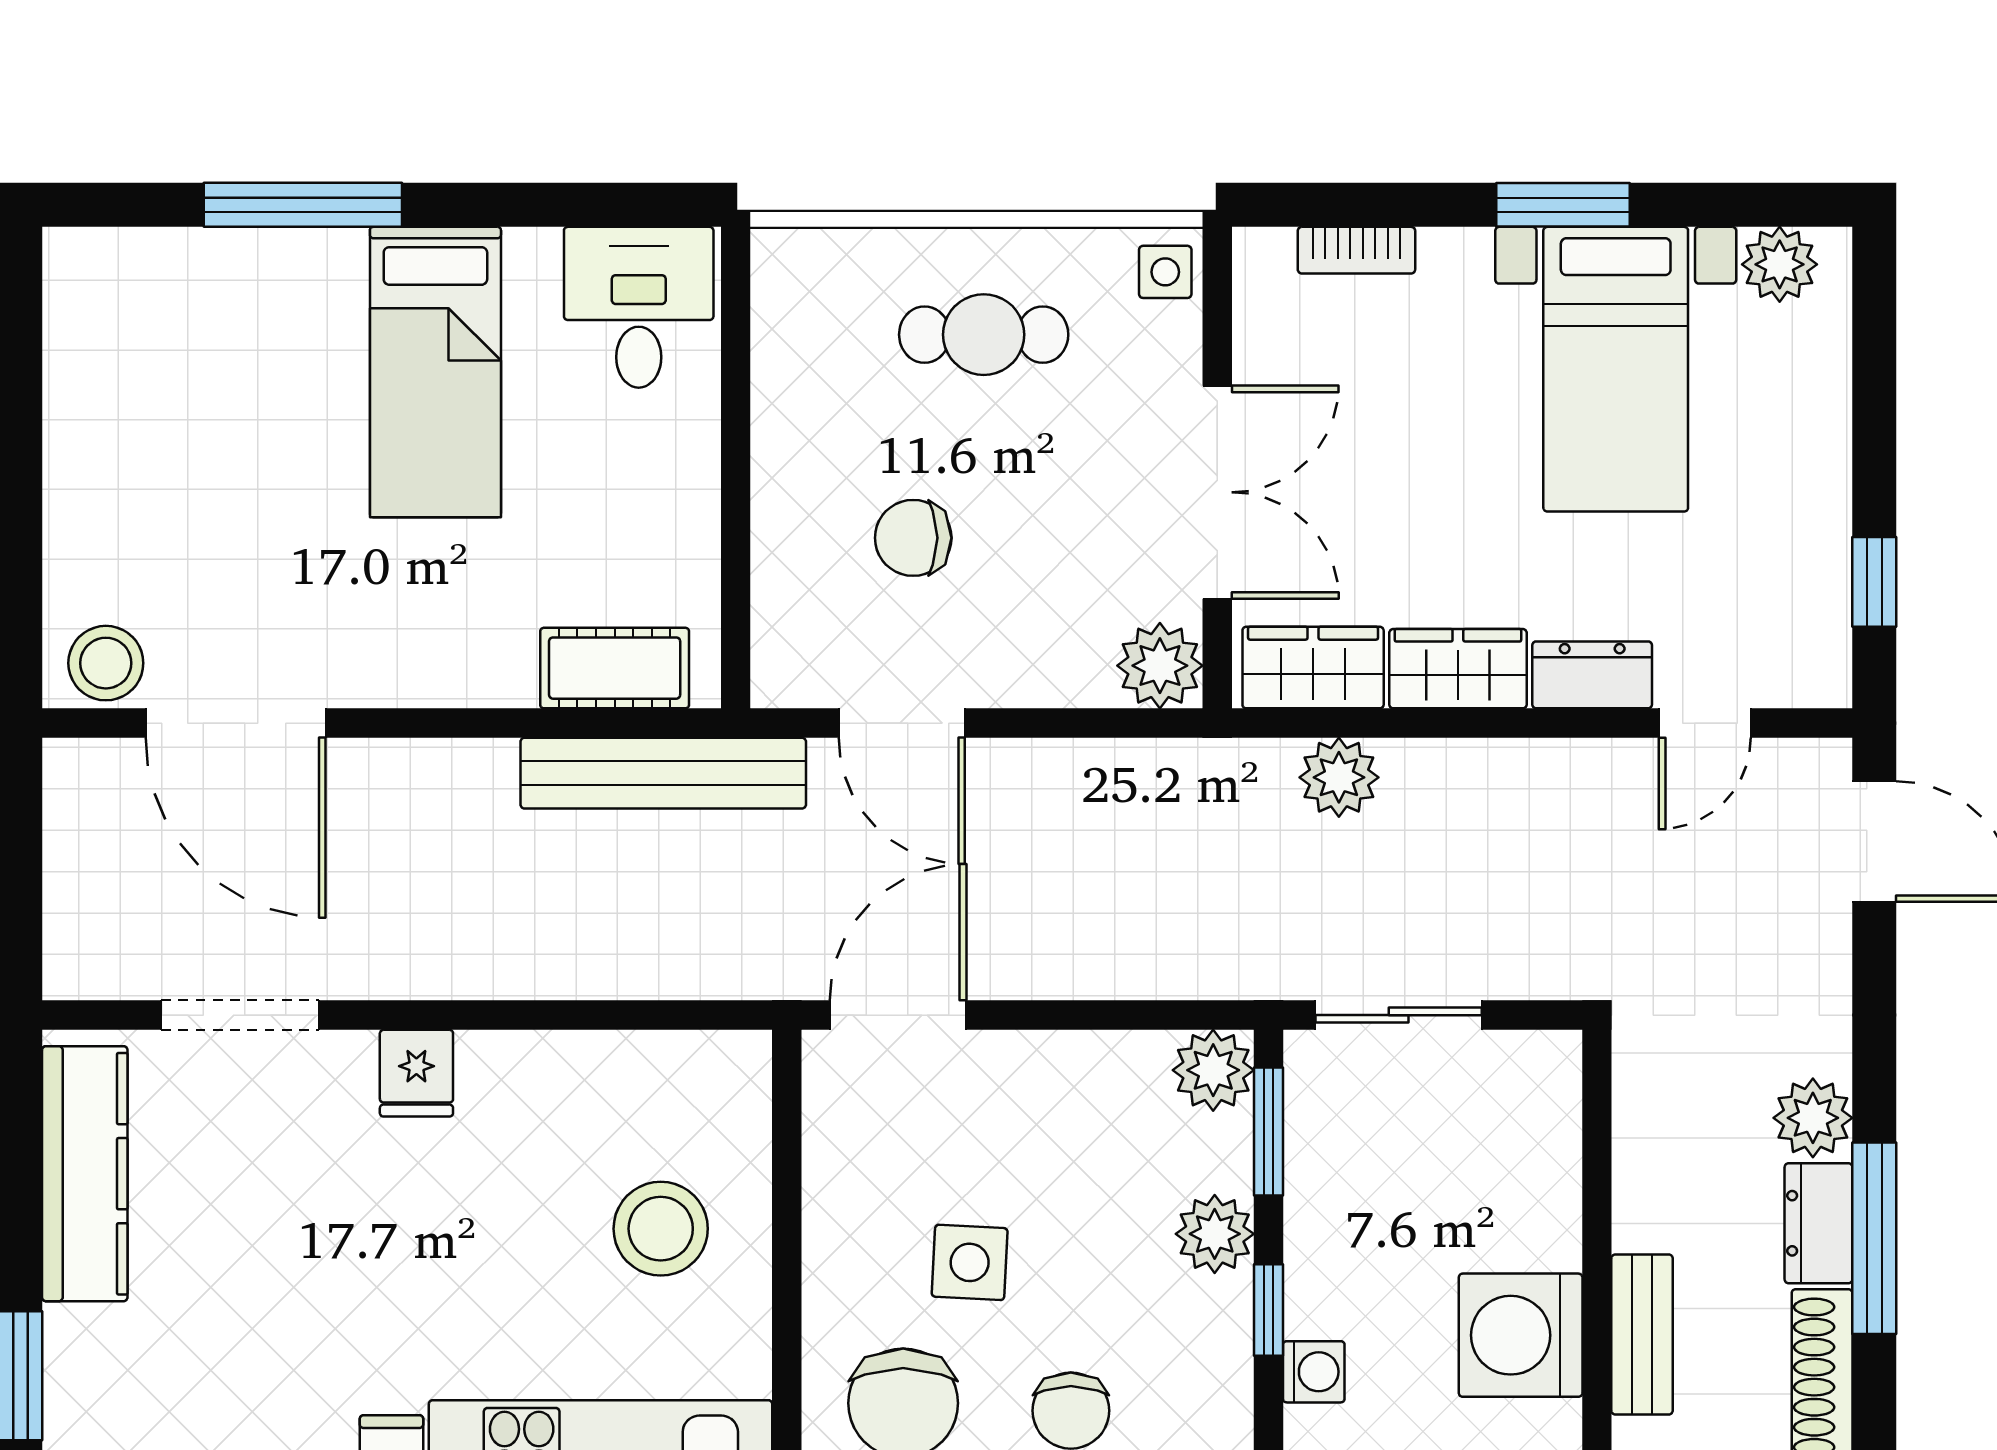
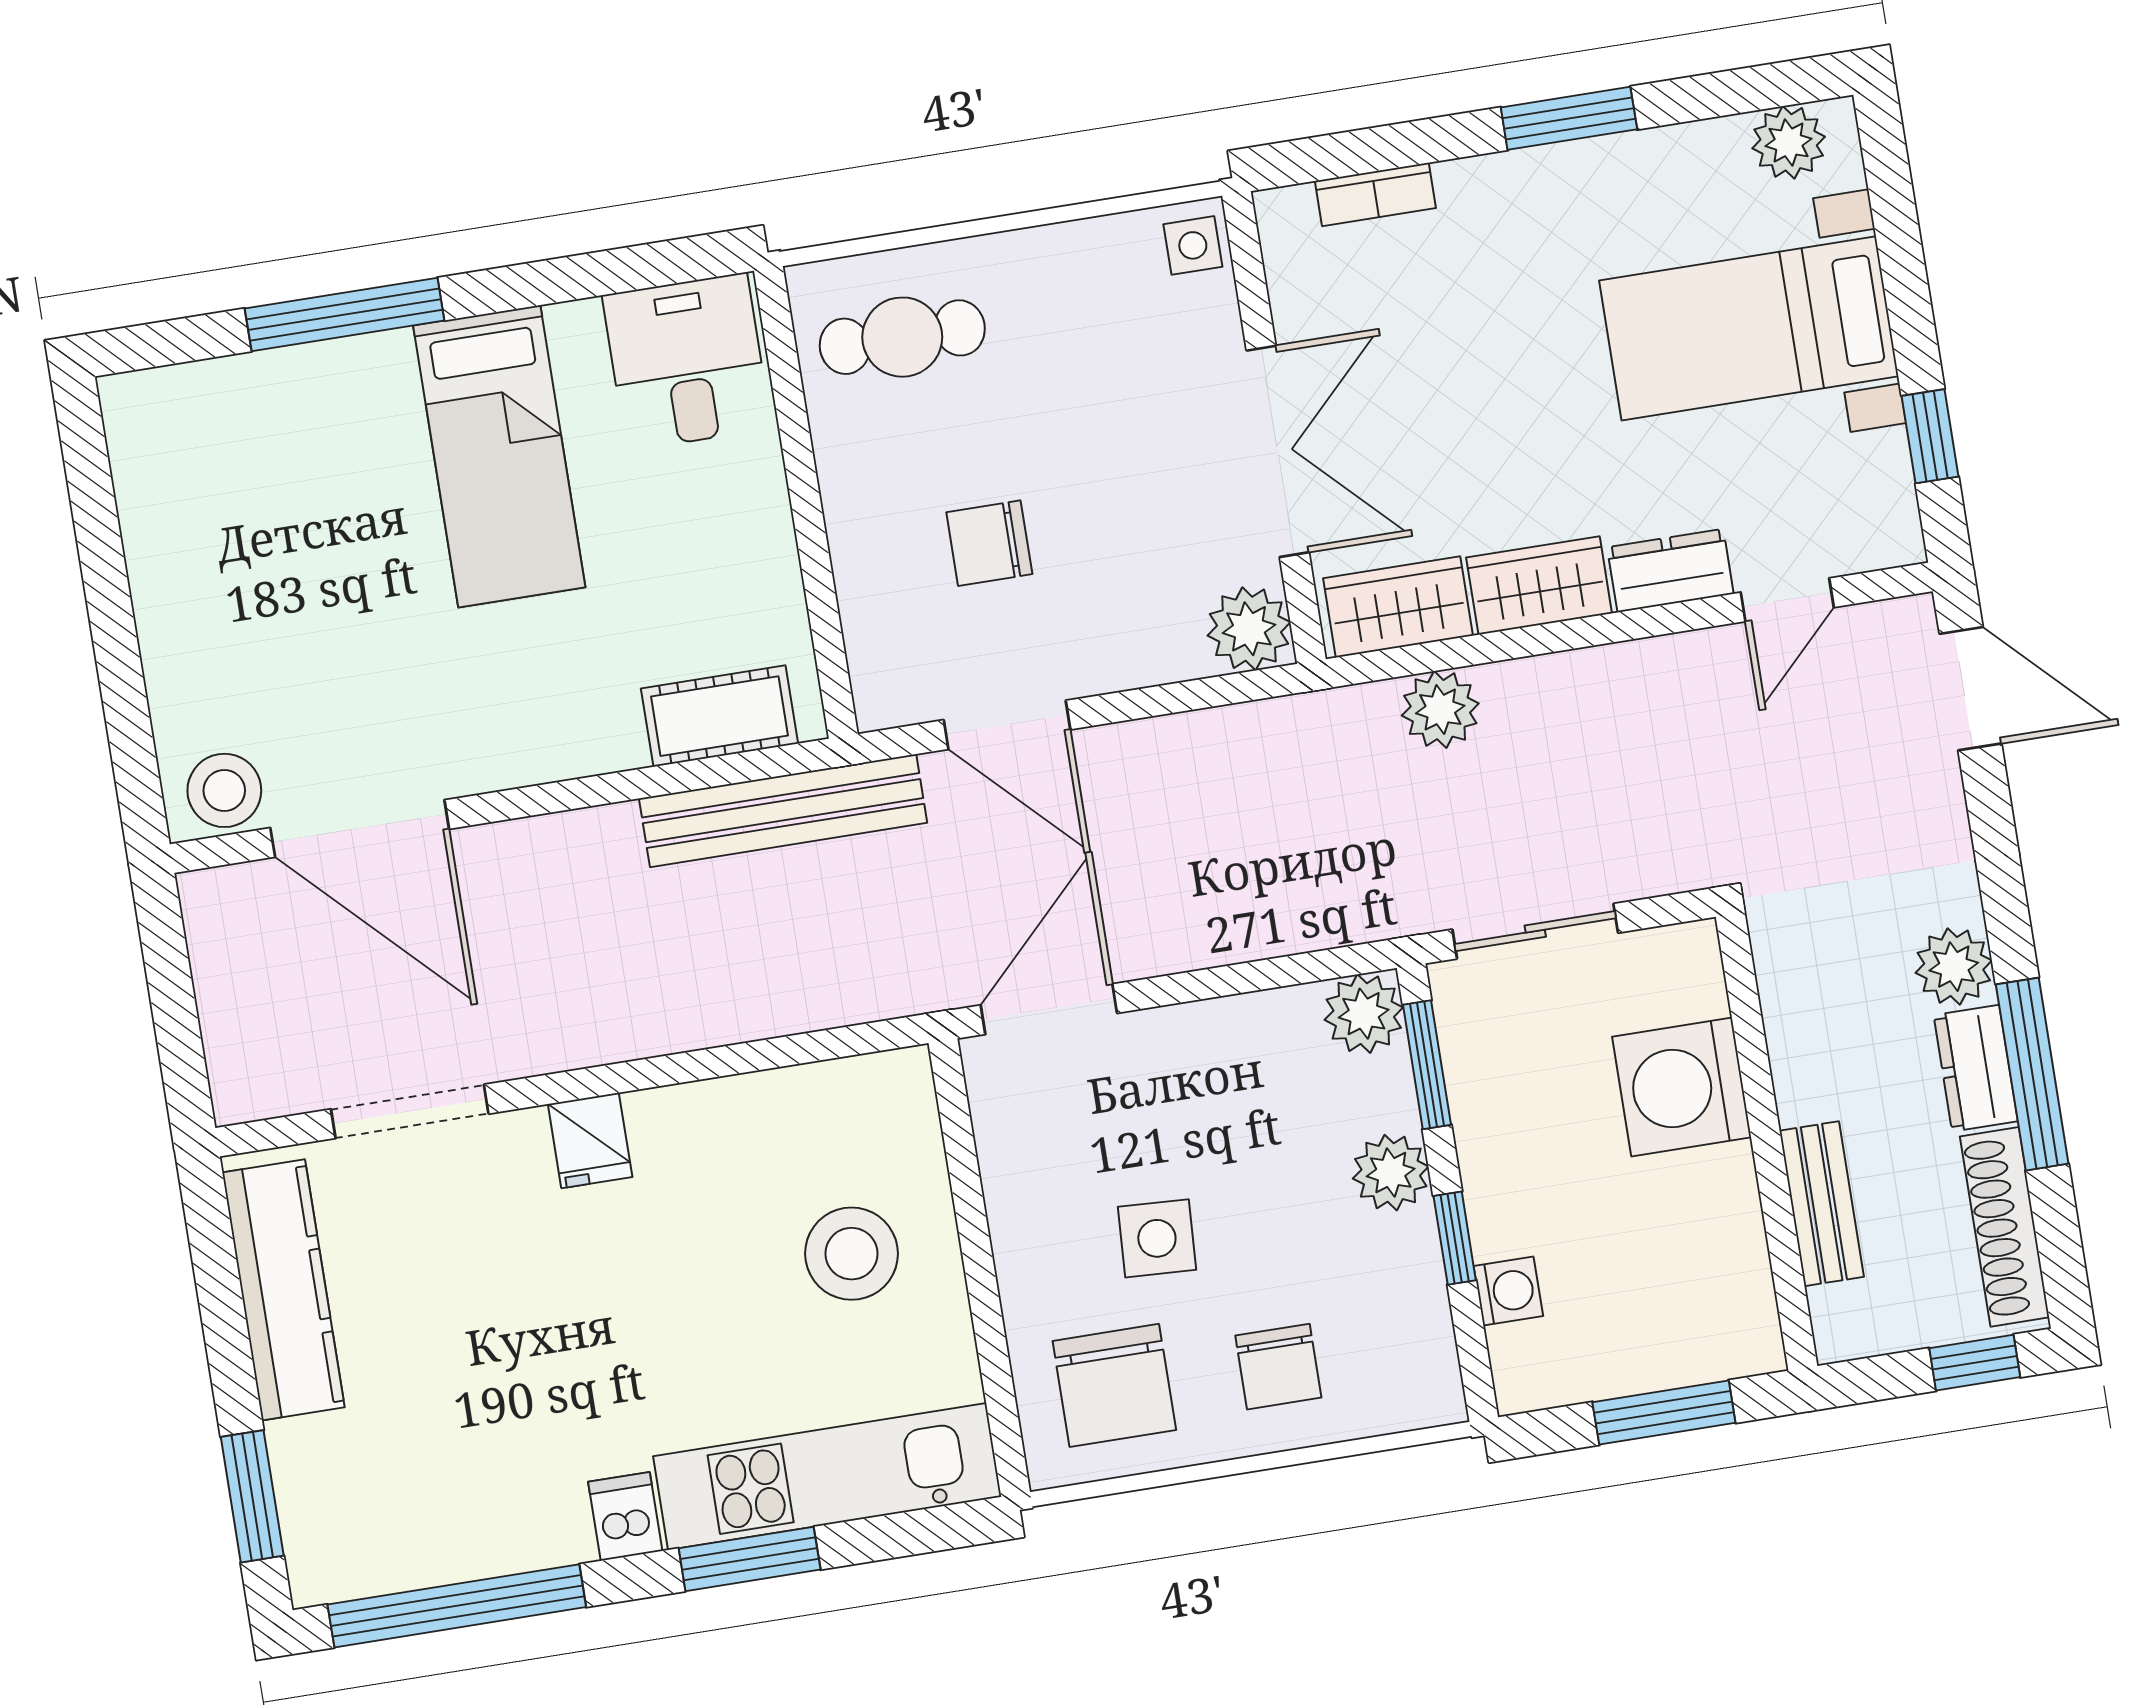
cafe table: (984, 335) -> (902, 337), moved
bed with nightstands: (1616, 369) -> (1749, 328), moved, turned 90
washing machine: (1521, 1335) -> (1682, 1087), moved

